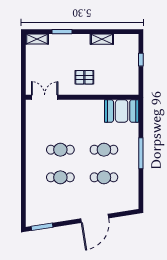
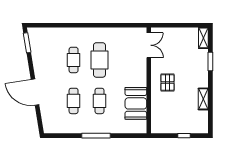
booth: (122, 111) -> (136, 103), moved
cafe table: (60, 150) -> (99, 60), width x1.37, depth x1.35

